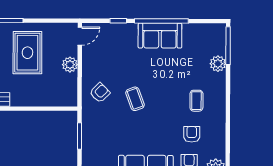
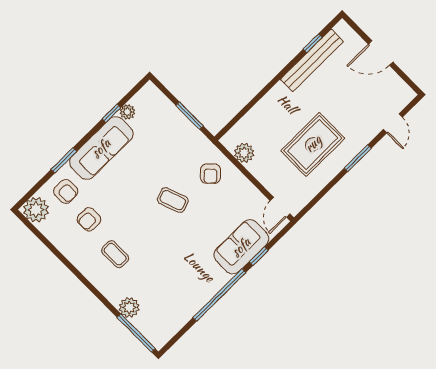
sofa: (160, 36) -> (241, 247), moved
rug: (27, 53) -> (313, 144), turned 90
plant: (70, 65) -> (244, 153), moved
armchair: (192, 134) -> (89, 219), turned 90

